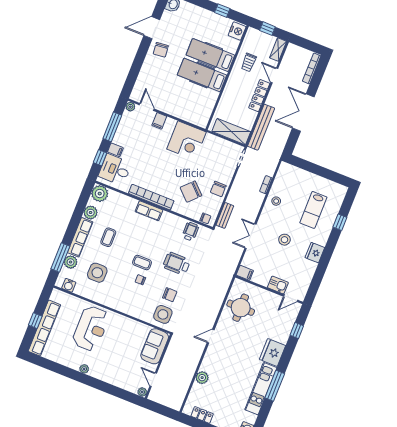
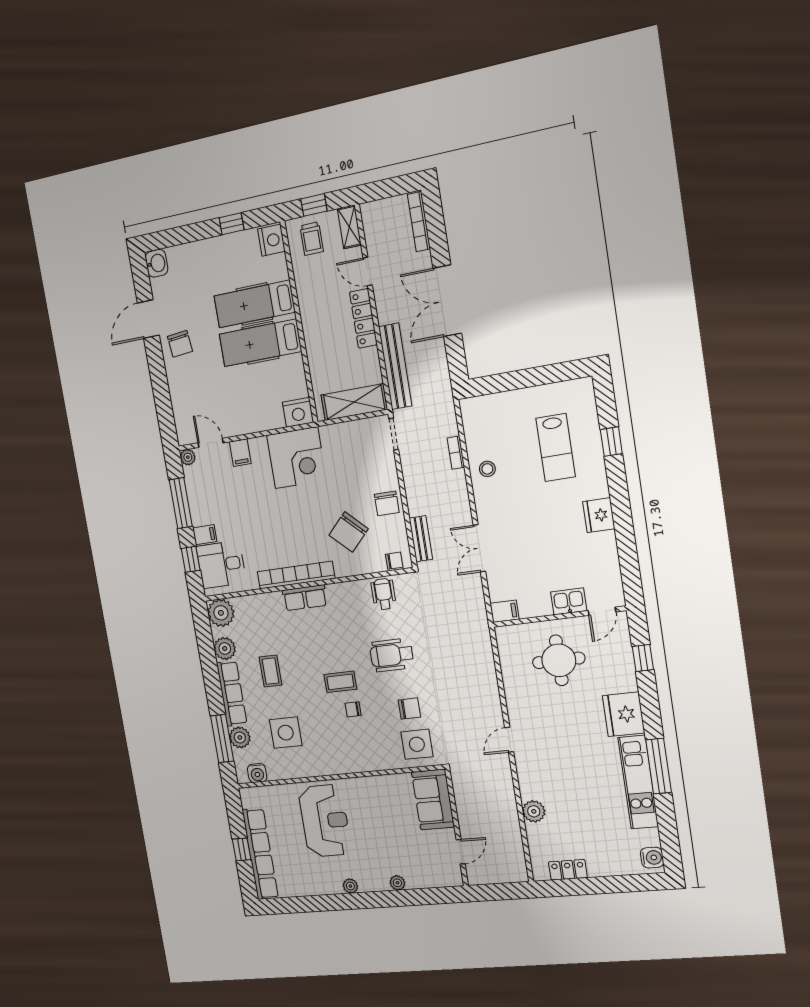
trolley: (249, 62) -> (312, 239), moved
nightstand: (201, 119) -> (298, 412), added
stool: (284, 240) -> (537, 523), removed
round table: (241, 308) -> (559, 660), moved
door: (153, 380) -> (461, 852), swing flipped
plant: (142, 392) -> (397, 883), moved

